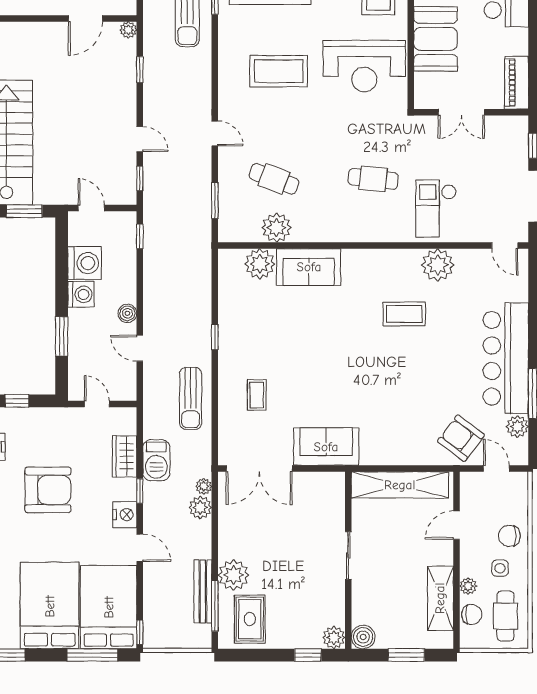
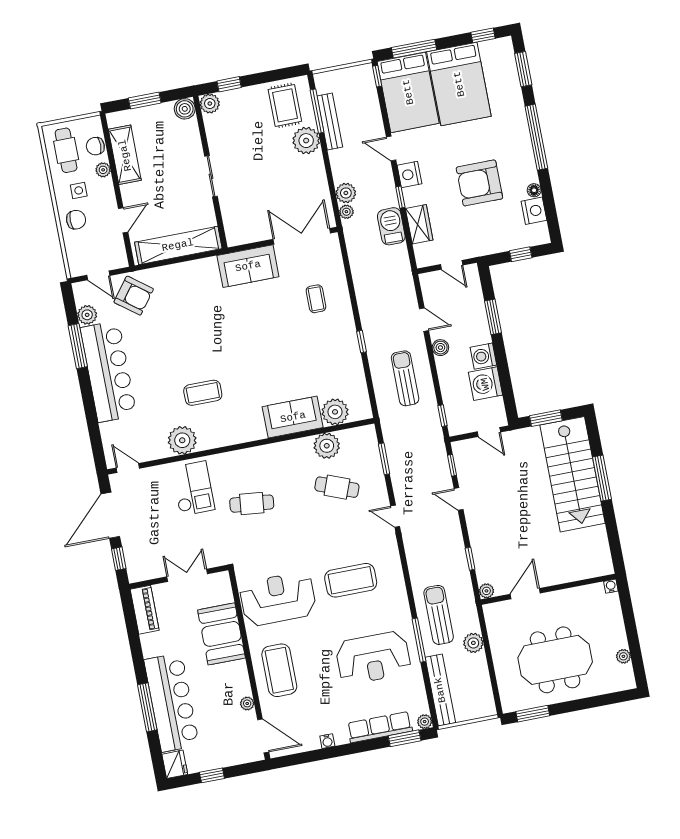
sun lounger: (191, 398) -> (405, 378), moved

